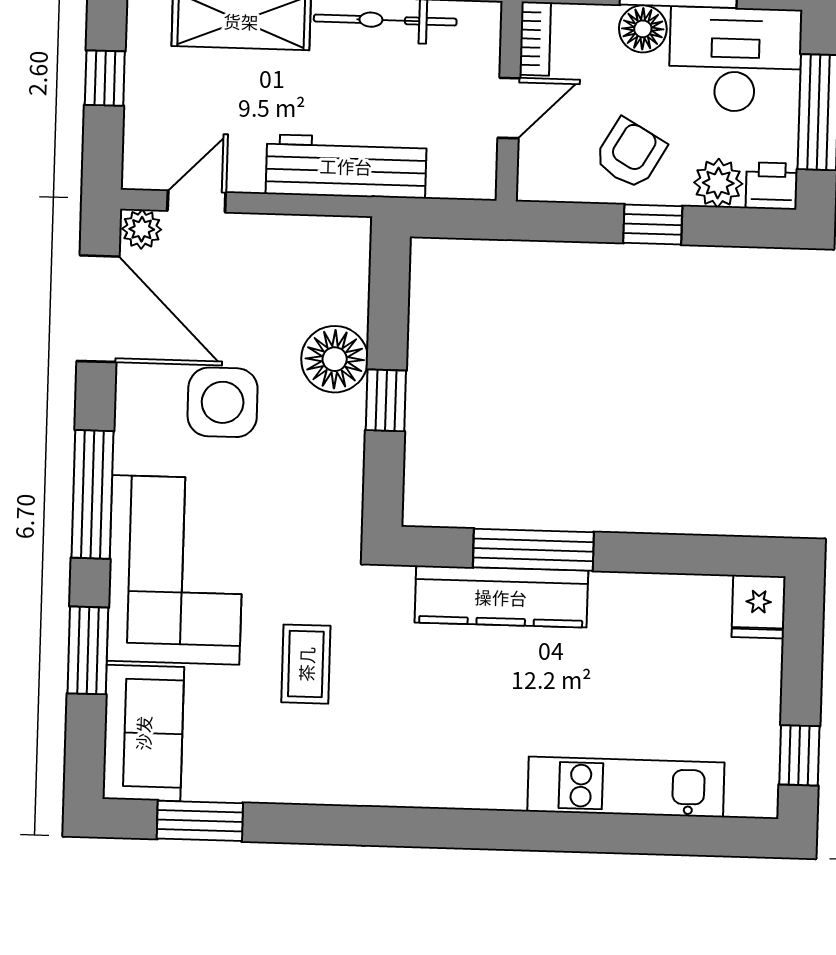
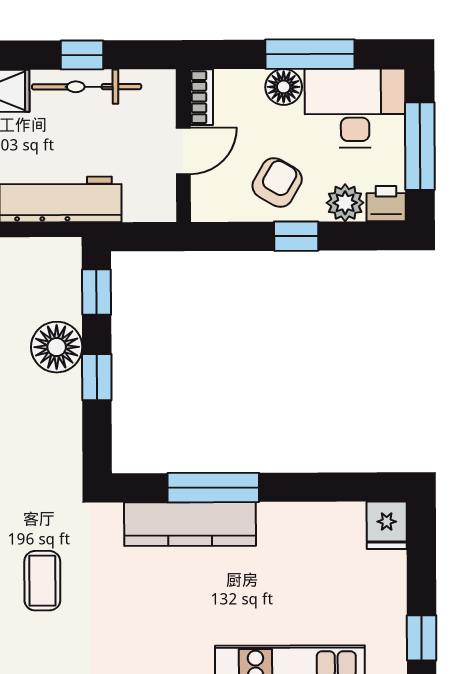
window: (389, 289) -> (96, 292), added

